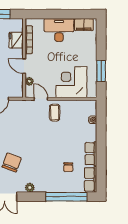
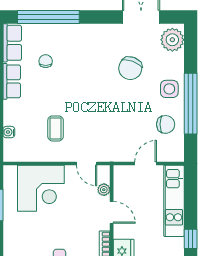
coffee table: (55, 113) -> (56, 128), moved
plant: (30, 188) -> (103, 31), removed

